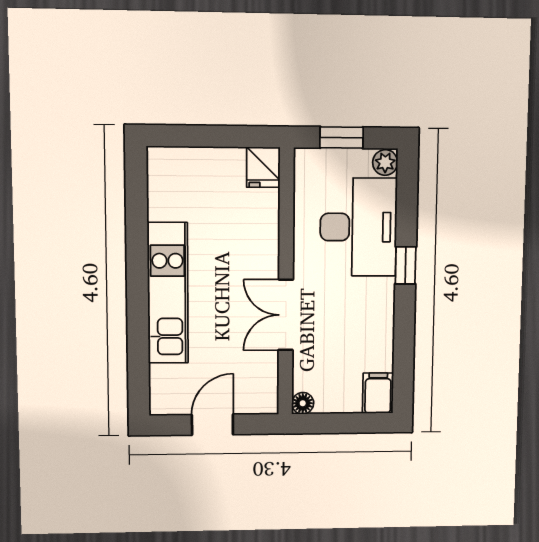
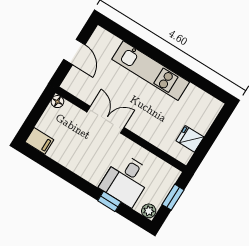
fridge: (263, 167) -> (190, 139), moved
desk: (358, 227) -> (126, 180), width x0.73
window: (406, 265) -> (109, 201), moved

